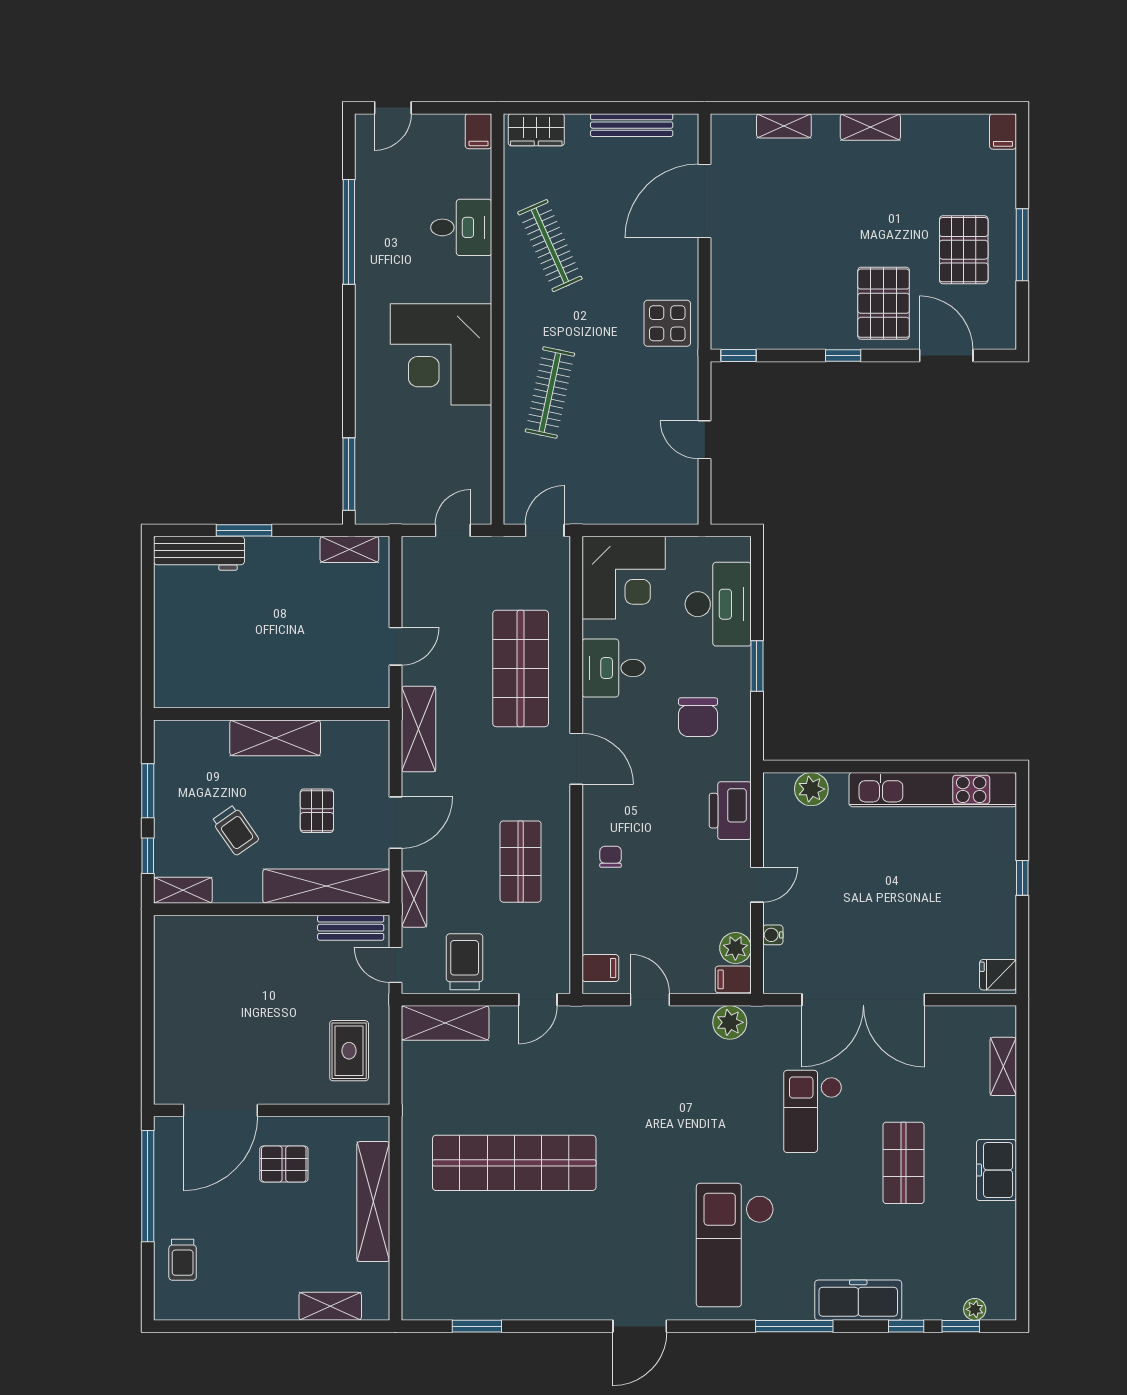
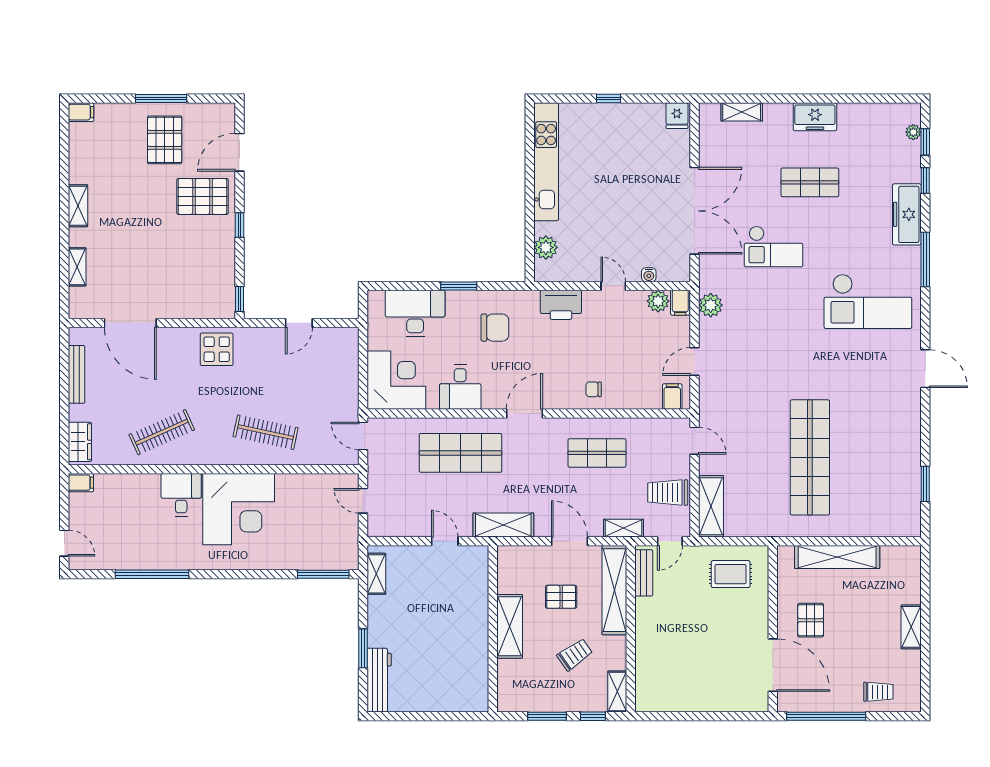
desk: (461, 227) -> (181, 495), moved
pallet: (964, 250) -> (165, 140), turned 90
shelving: (330, 1306) -> (911, 627), moved

